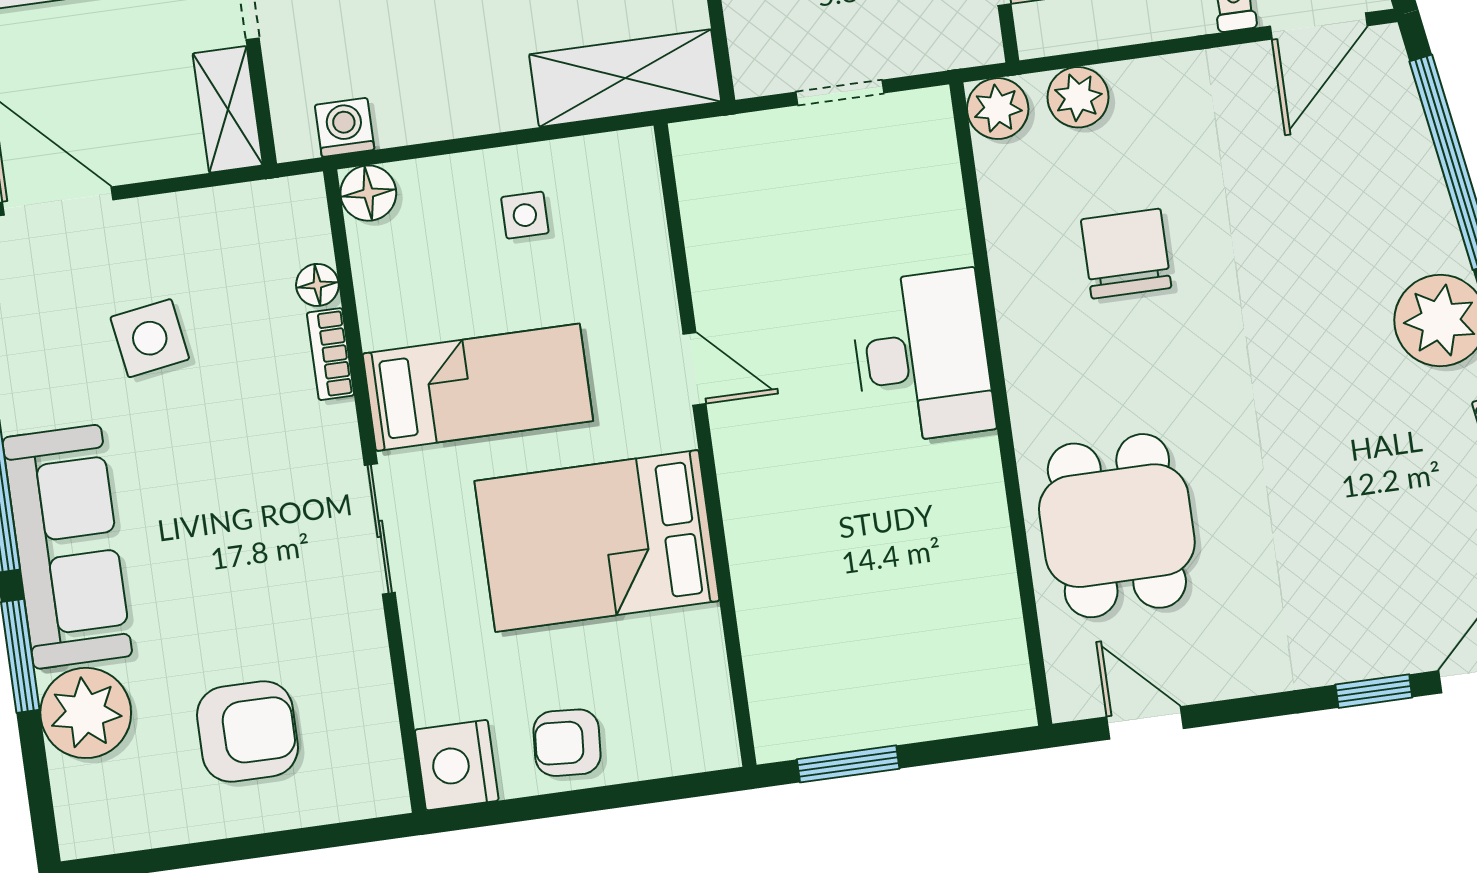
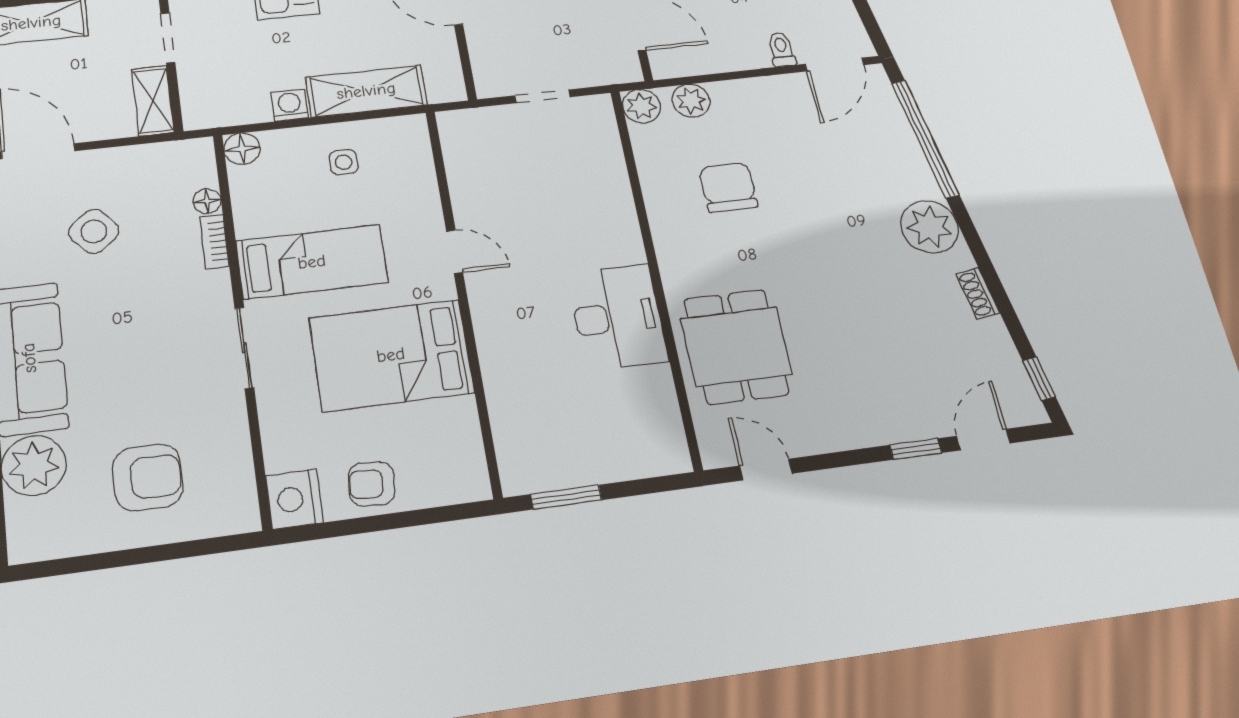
shelving: (625, 78) -> (366, 91), moved
washing machine: (345, 127) -> (289, 105), moved
side table: (150, 338) -> (94, 231), turned -31
desk: (922, 357) -> (617, 317), moved

